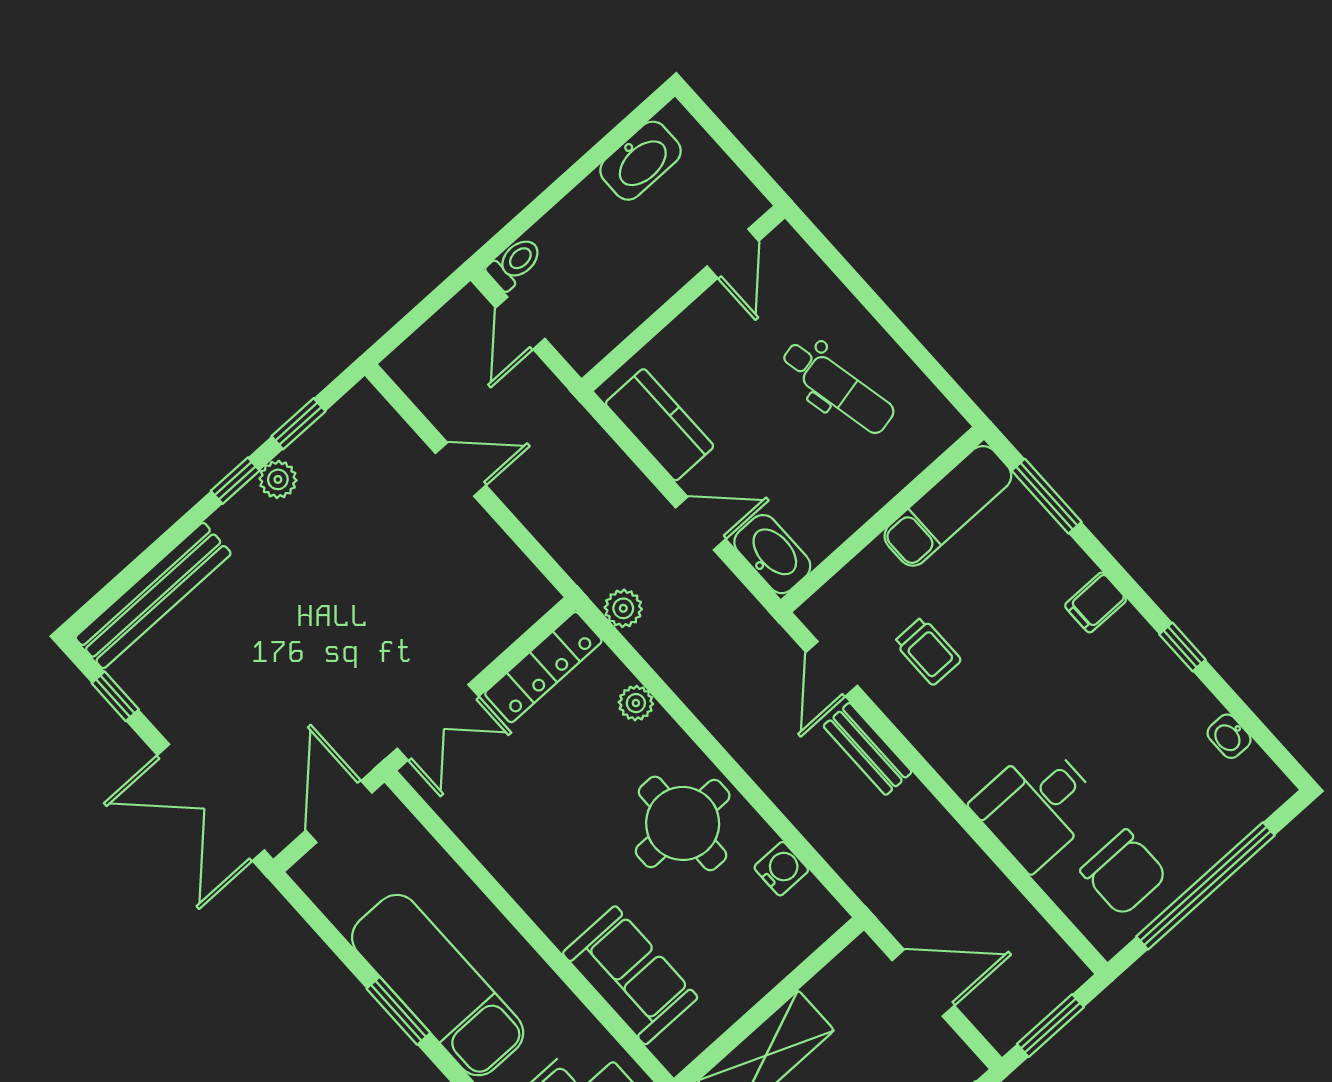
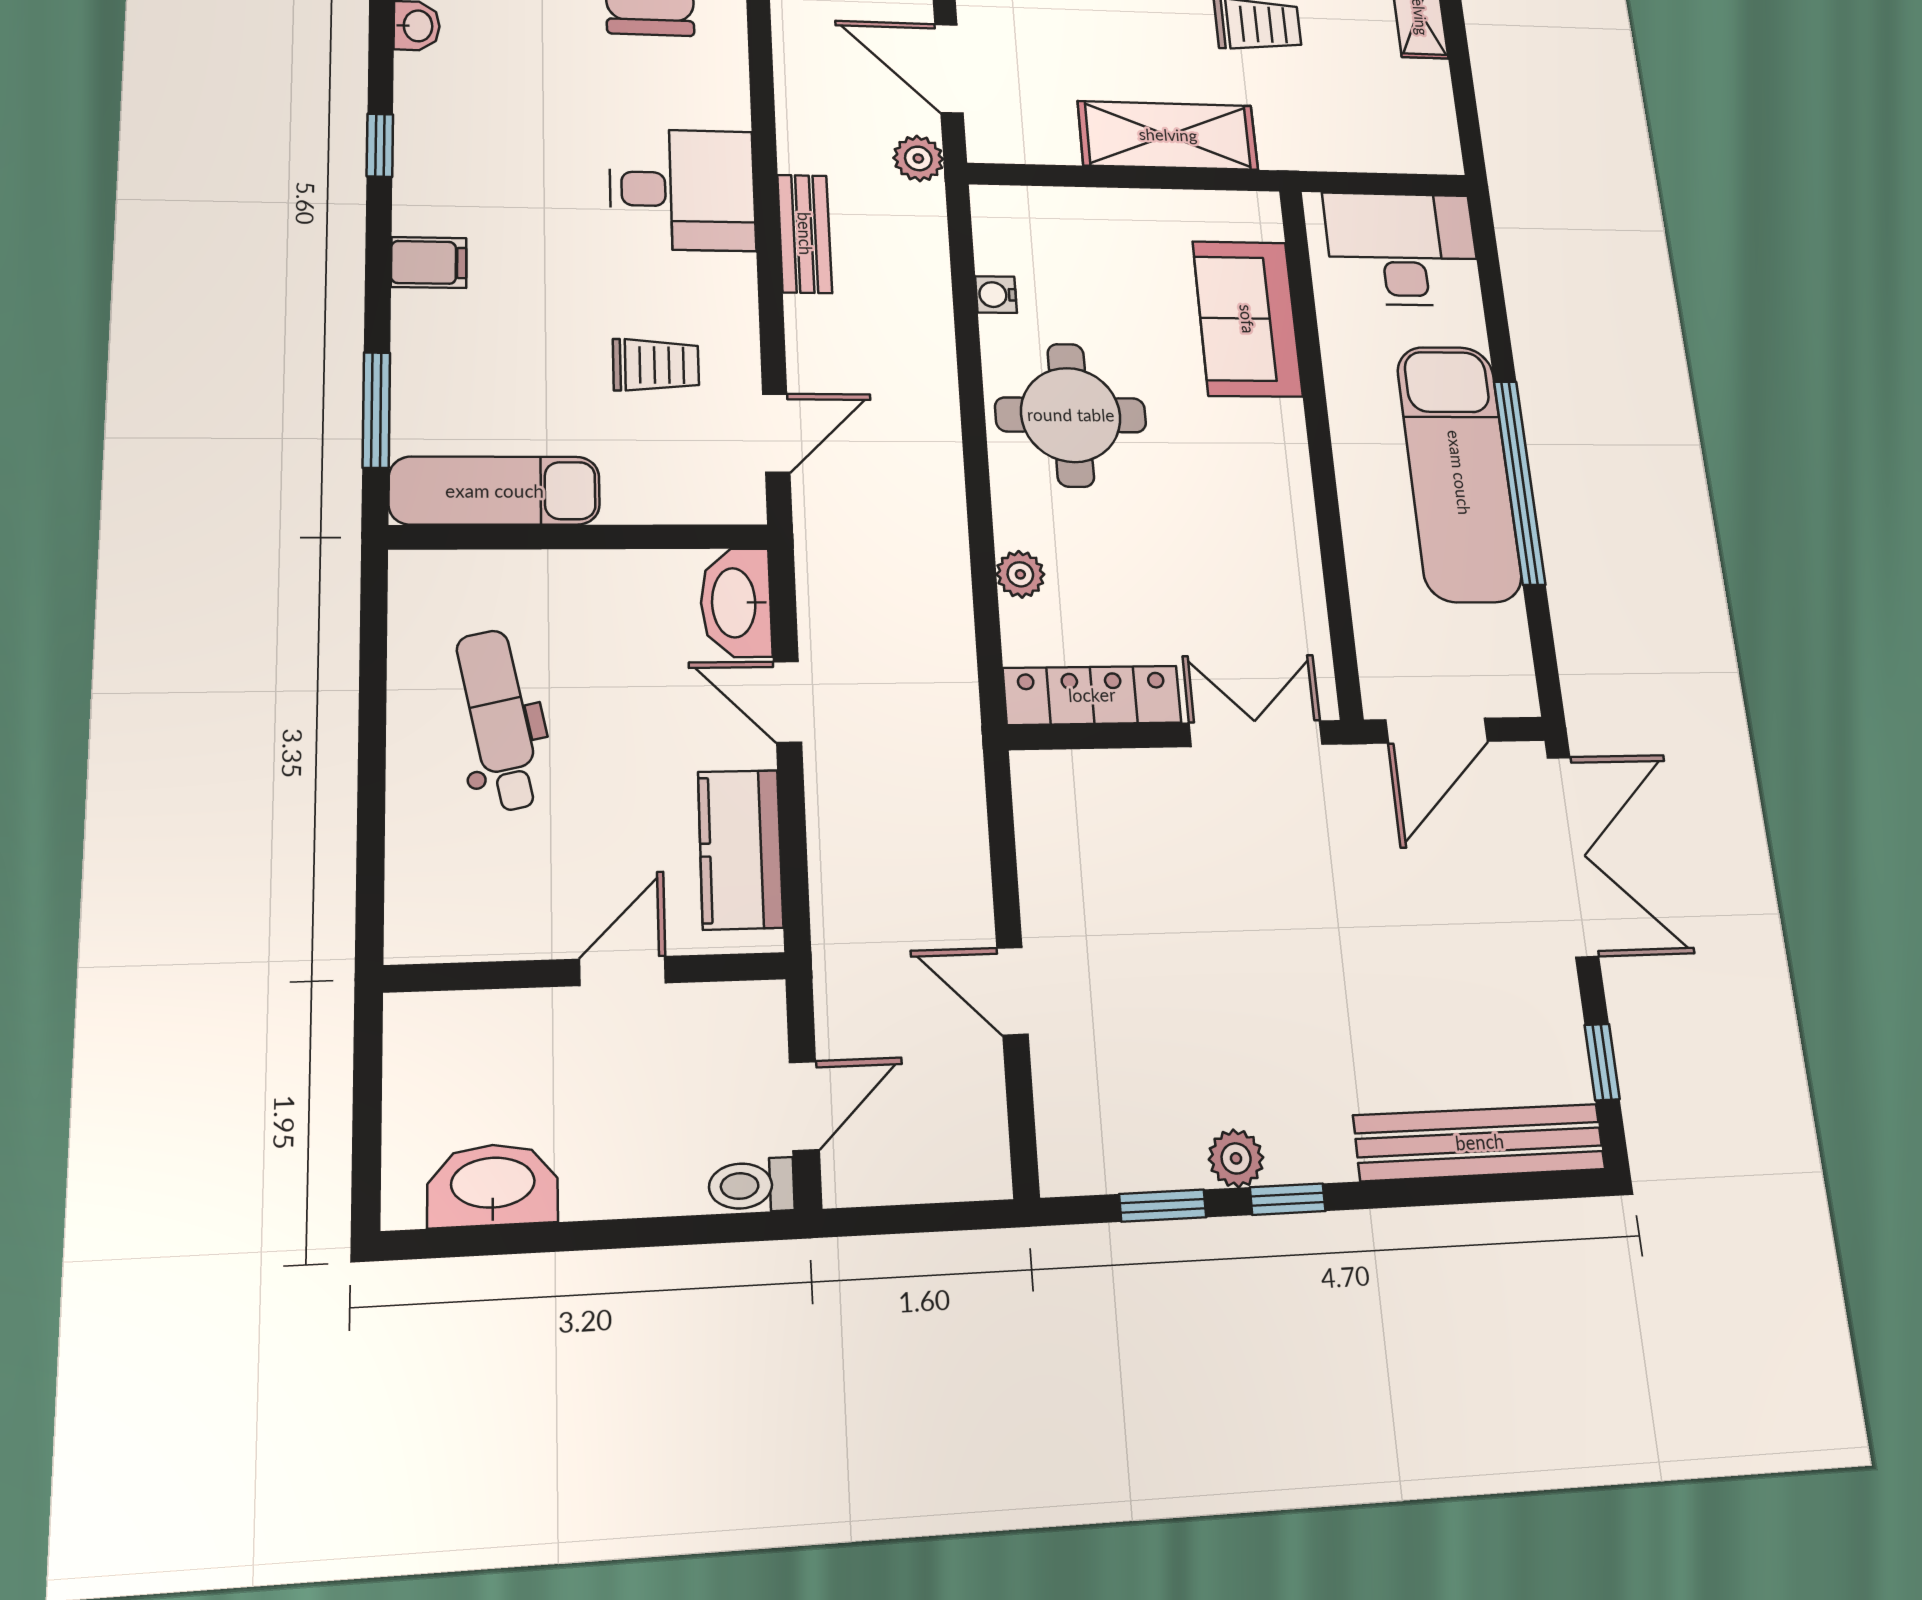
door: (733, 254) -> (623, 971), moved
plant: (623, 608) -> (918, 158), moved
trolley: (928, 651) -> (656, 365), turned 90
bench: (868, 749) -> (805, 234), moved
desk: (1037, 806) -> (682, 190), moved
water cooler: (781, 869) -> (996, 295), width x0.72, depth x0.72
window: (398, 1011) -> (1519, 482), width x2.11

